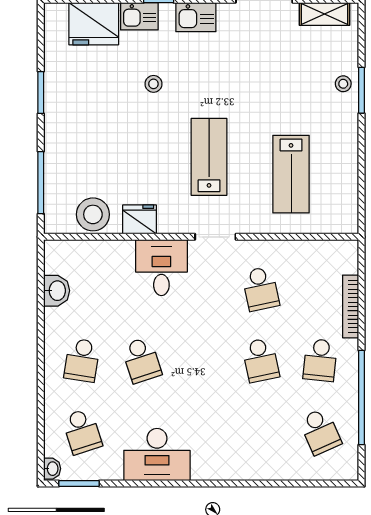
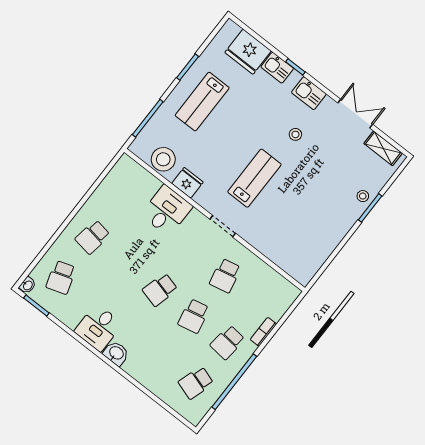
stool: (153, 84) -> (295, 134), moved
lab bench: (291, 174) -> (202, 102), moved
desk: (161, 268) -> (167, 210), moved
washbasin: (57, 291) -> (116, 353), moved, turned -90
bookcase: (351, 306) -> (263, 332), width x0.64
school desk: (142, 360) -> (160, 290), moved, turned 33
school desk: (320, 431) -> (196, 383), turned 42
desk: (157, 454) -> (98, 328), width x0.73

